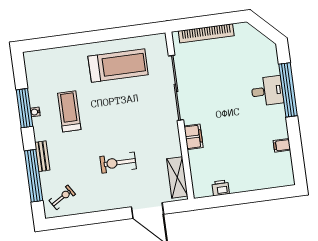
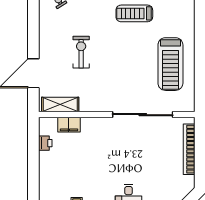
treadmill: (69, 111) -> (134, 13), turned 180
filing cabinet: (193, 137) -> (69, 125), moved

